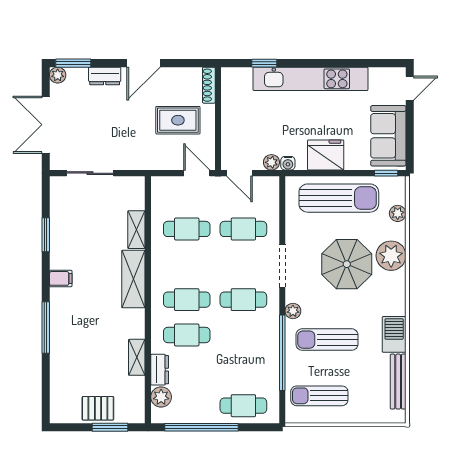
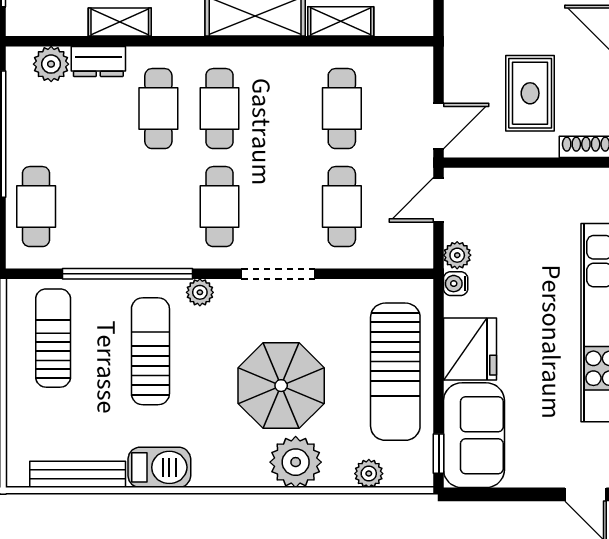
sofa: (388, 136) -> (474, 435), moved, turned 90

